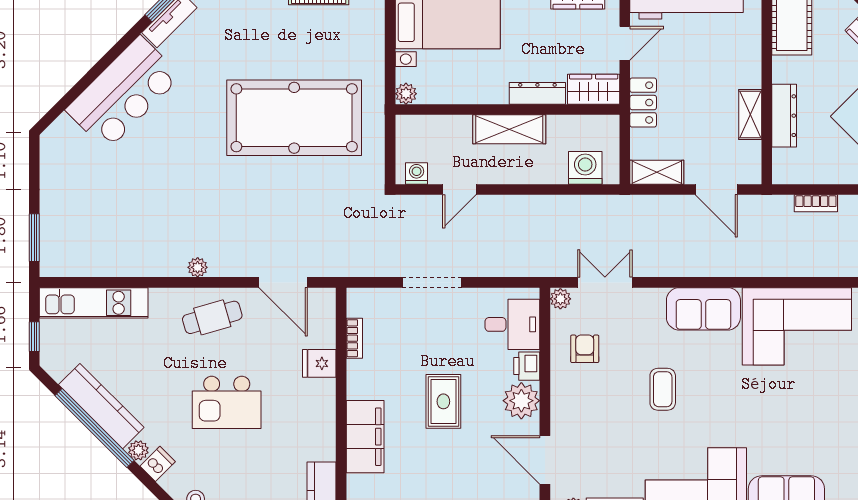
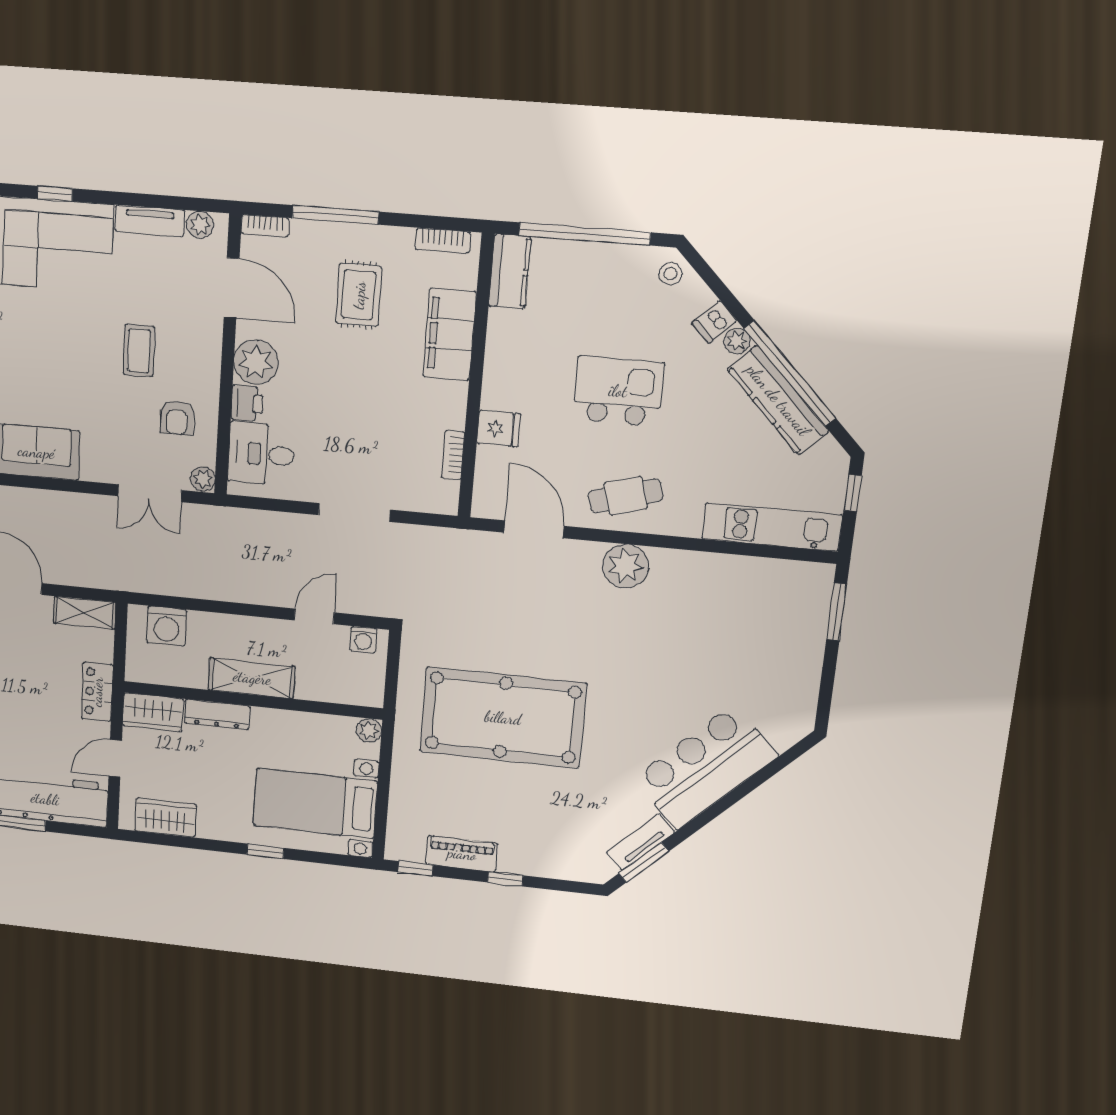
plant: (198, 267) -> (626, 566), width x1.87, depth x1.87
coffee table: (663, 389) -> (139, 350), moved
rug: (443, 401) -> (359, 295), moved

